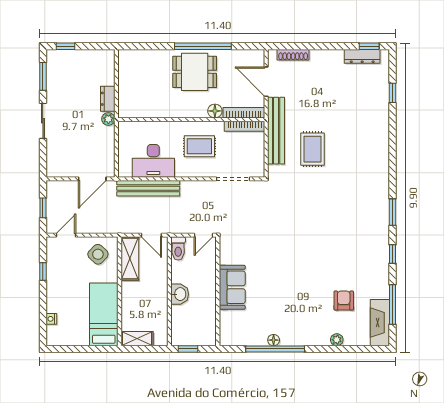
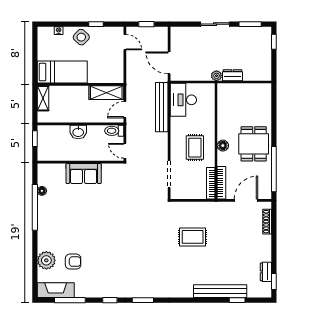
window: (203, 46) -> (274, 169), moved
dresser: (362, 56) -> (266, 272), width x0.70
floor lamp: (215, 111) -> (223, 146), moved
bench: (276, 131) -> (220, 291), moved
desk: (153, 161) -> (183, 100), moved
side table: (98, 254) -> (81, 37), moved
floor lamp: (274, 340) -> (42, 191), moved
plant: (337, 340) -> (46, 260), width x1.88, depth x1.88

